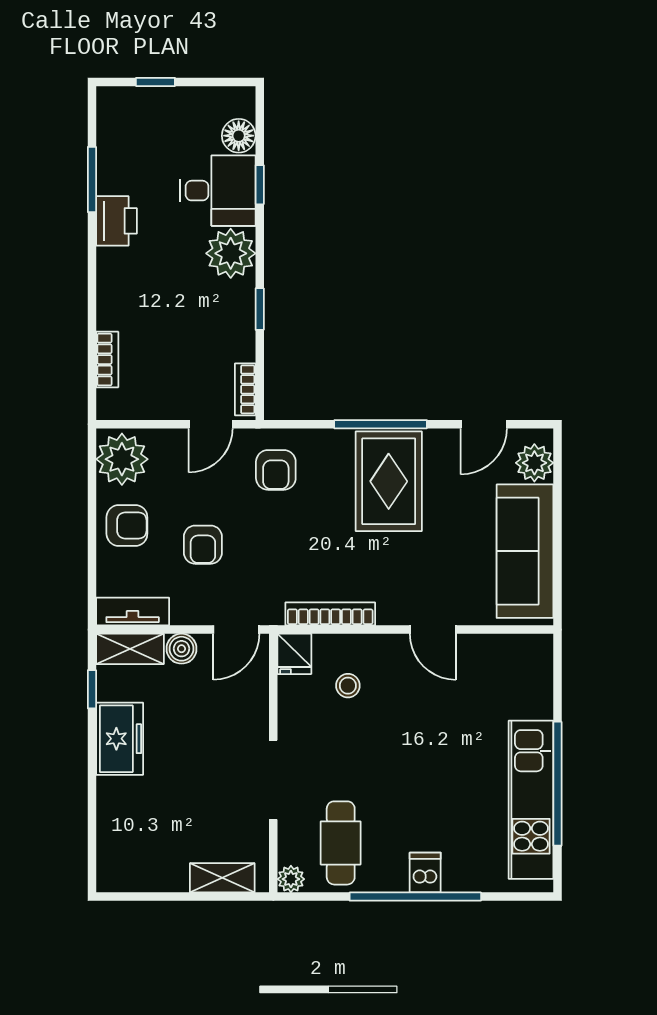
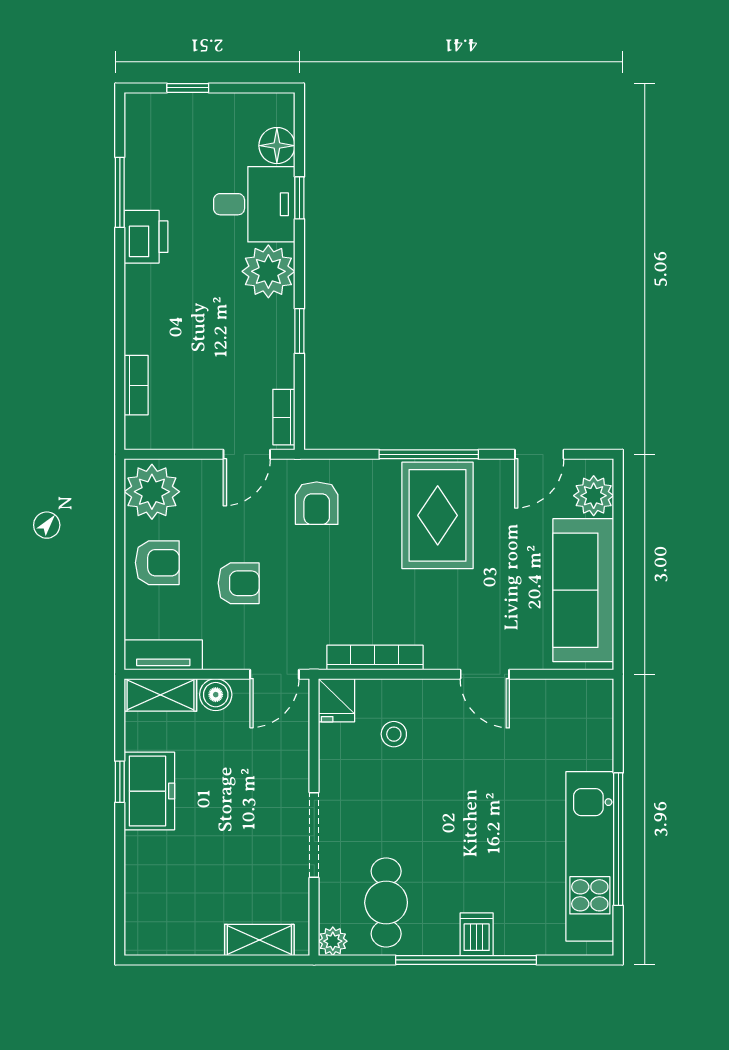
armchair: (203, 545) -> (239, 583), turned -90
window: (92, 689) -> (120, 782), moved

